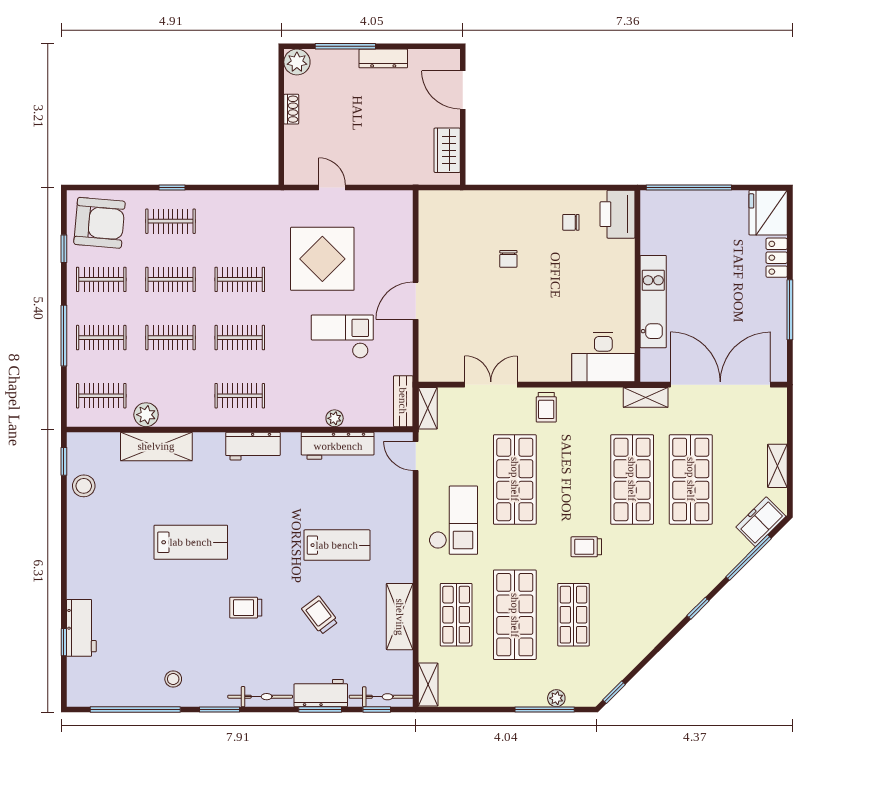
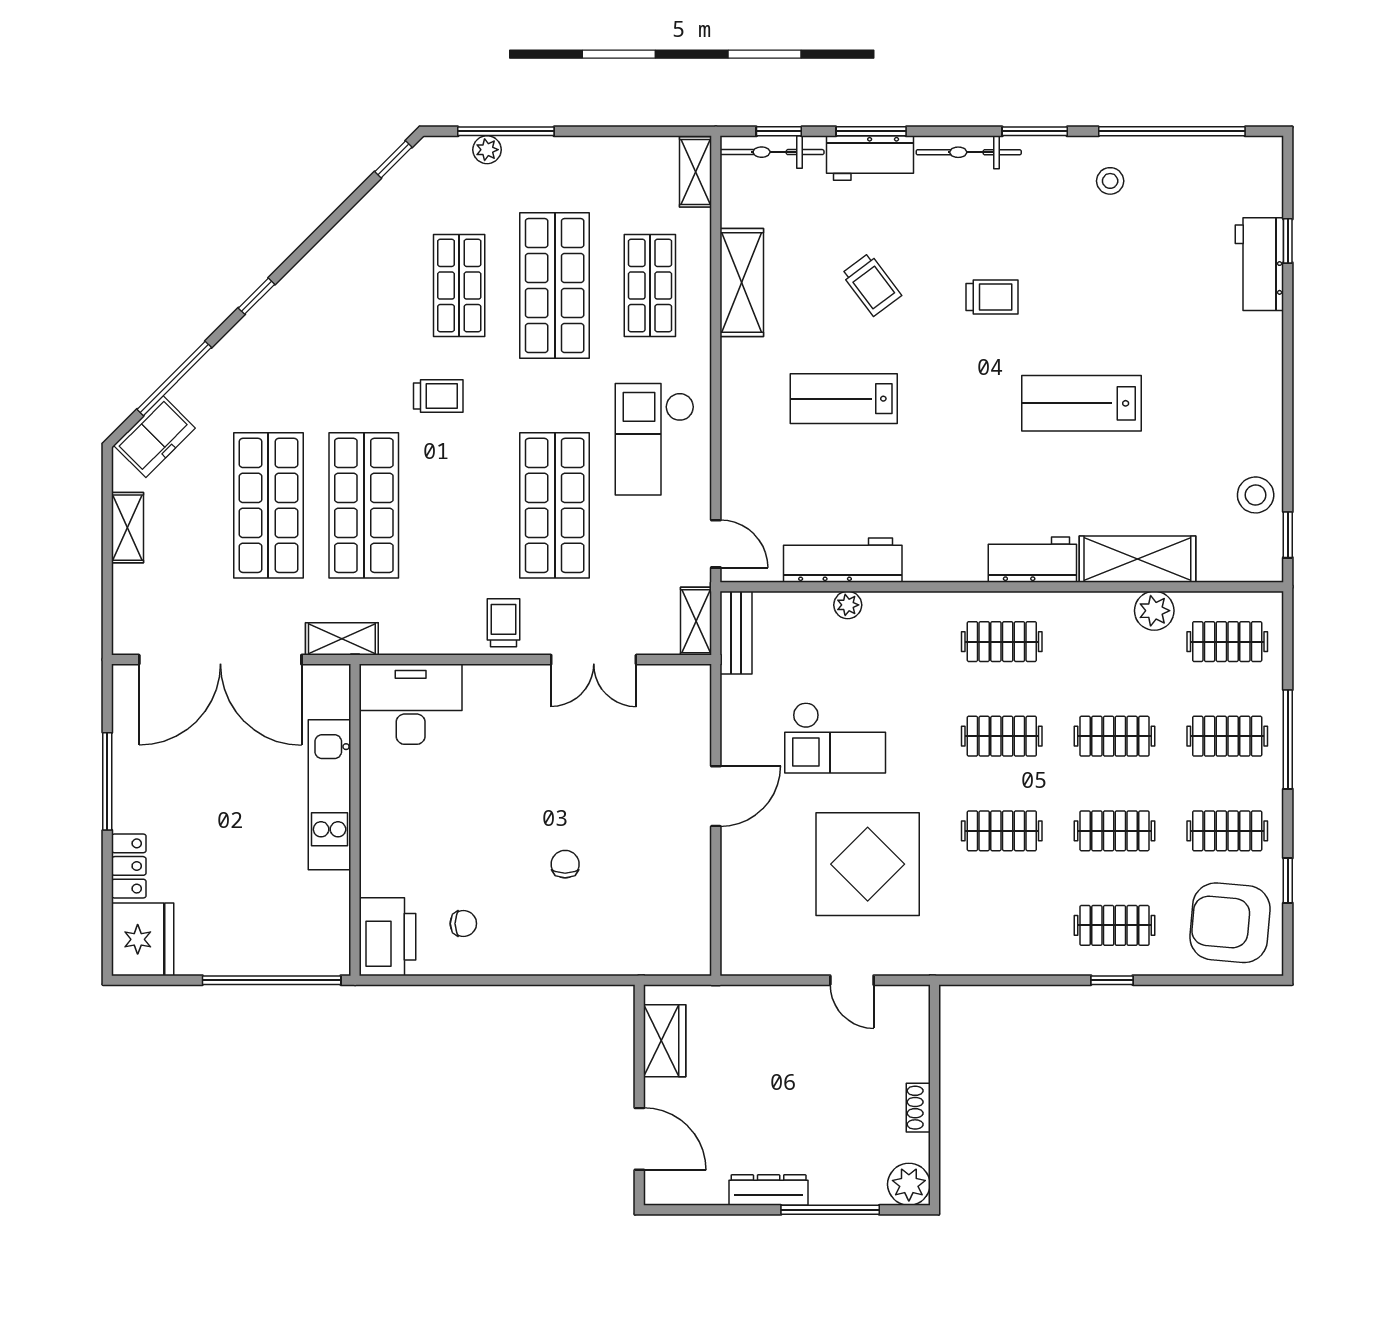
workbench: (253, 446) -> (1032, 560), moved

